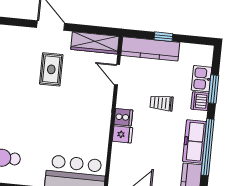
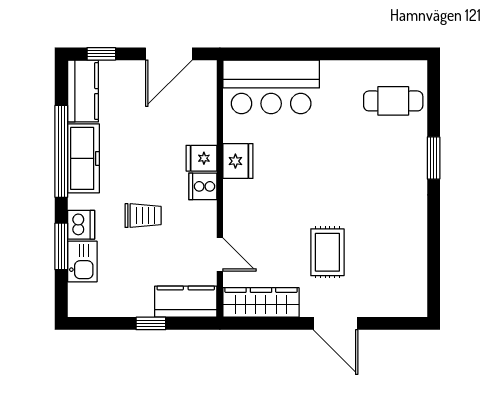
kitchen counter: (150, 49) -> (186, 302), width x0.67
fridge: (100, 130) -> (238, 161), added

